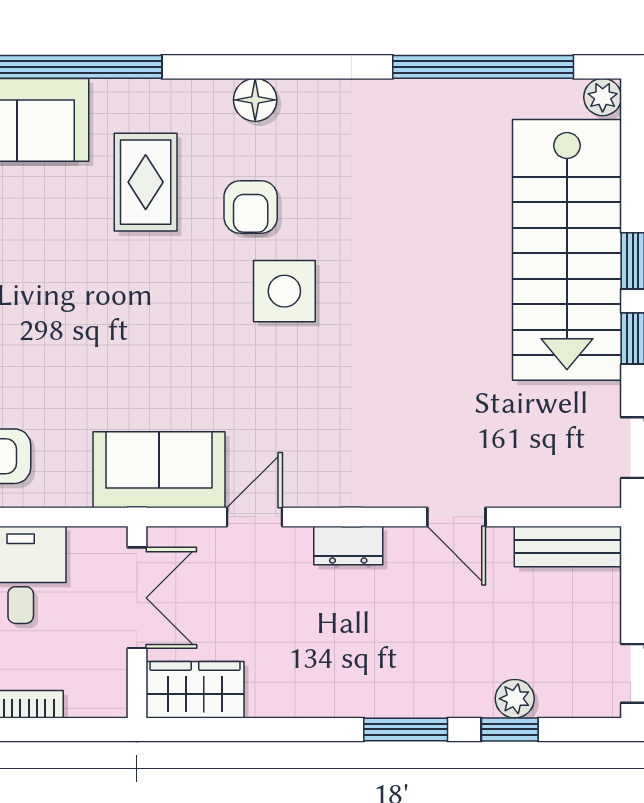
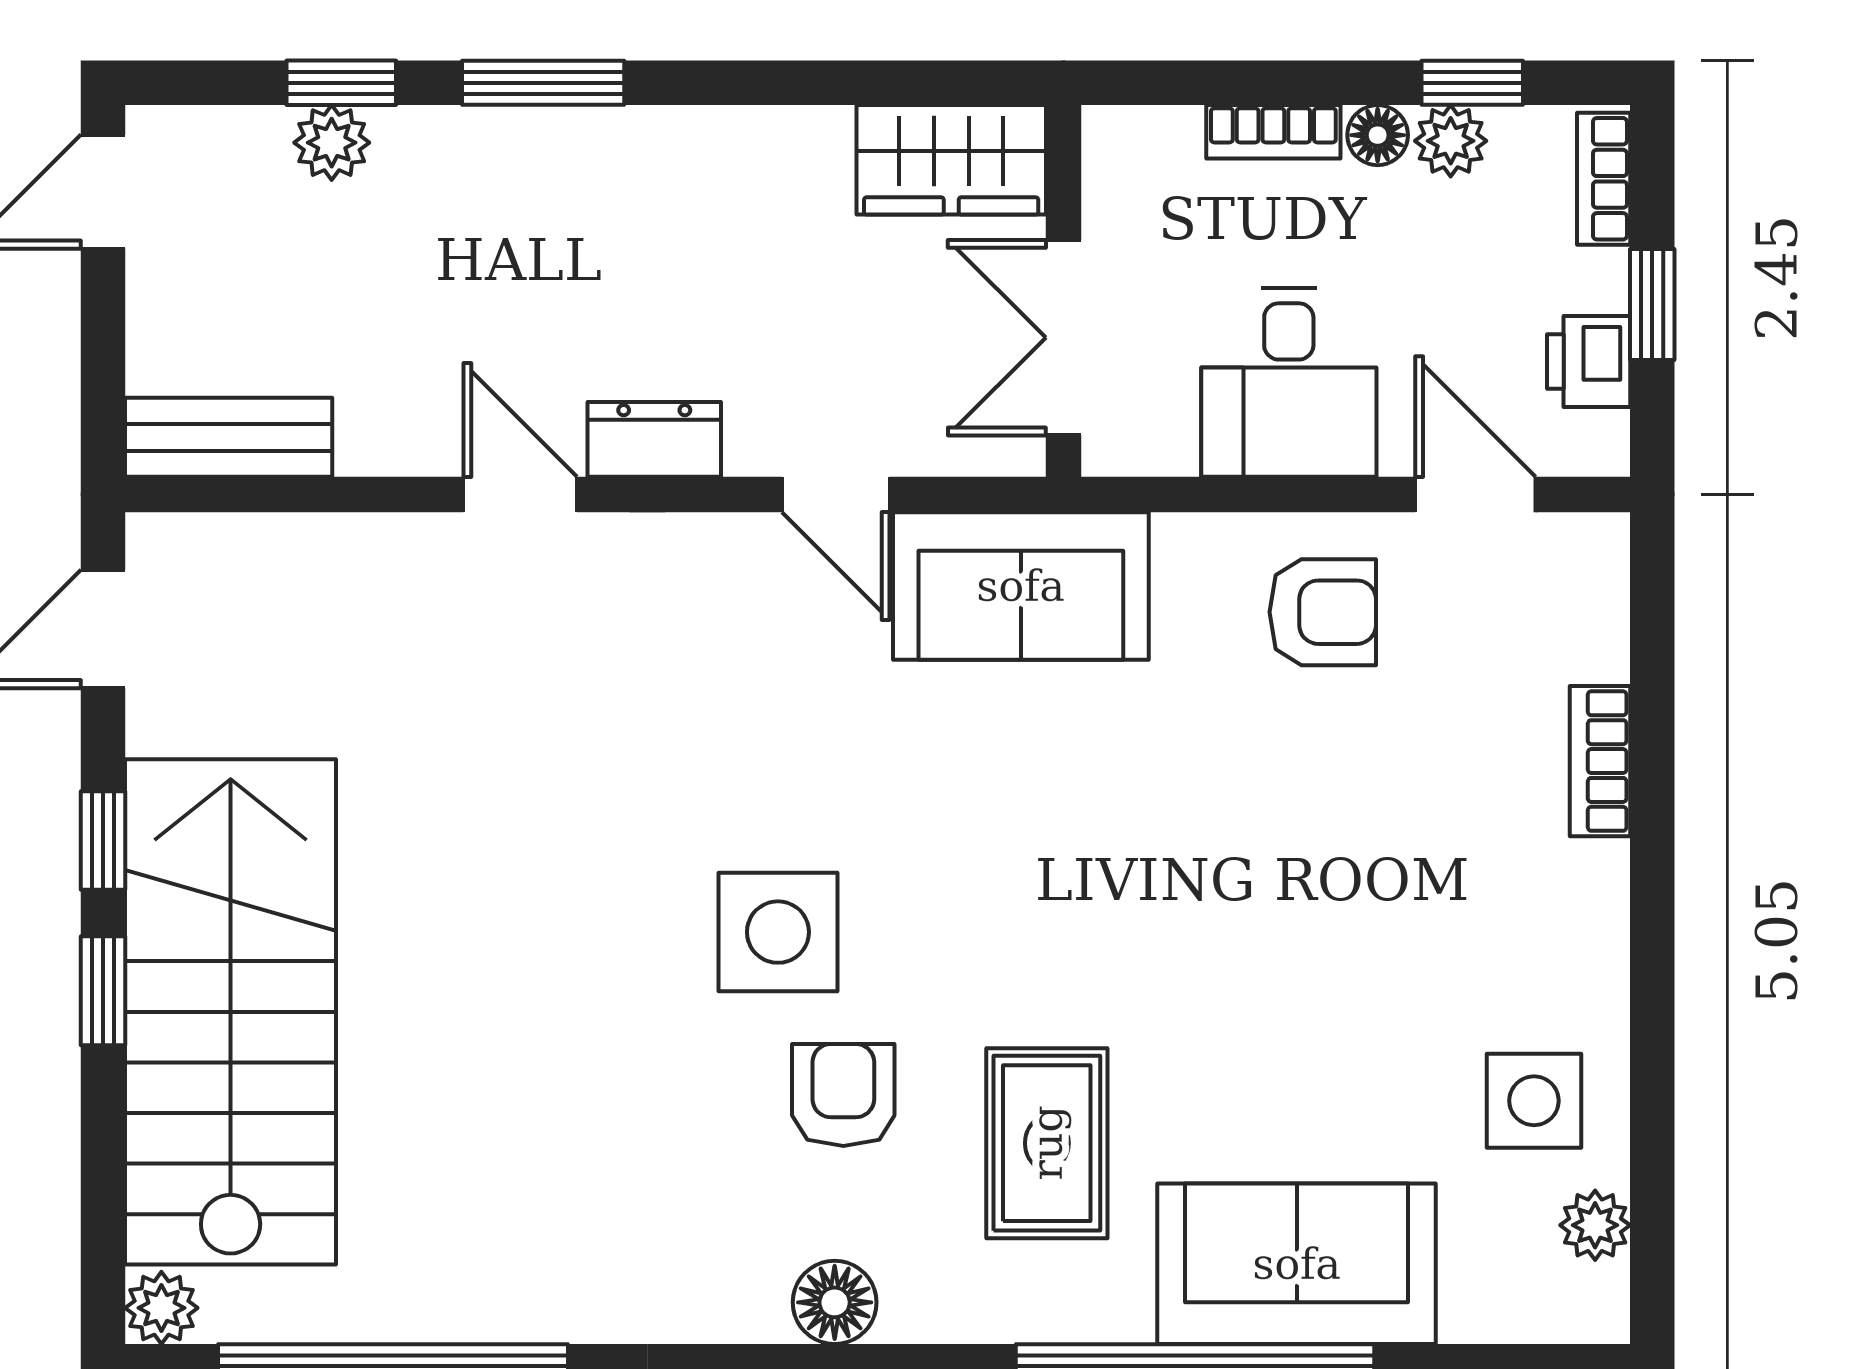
door: (255, 517) -> (836, 494), hinge flipped
door: (456, 517) -> (520, 494), moved

